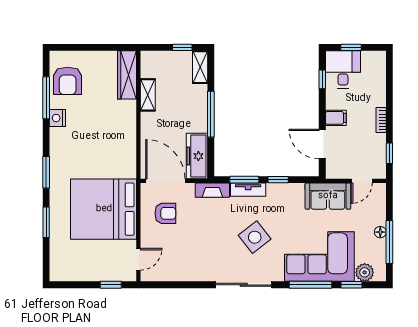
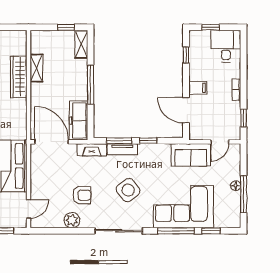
desk: (343, 69) -> (226, 46), moved
wardrobe: (127, 75) -> (19, 77), moved
armchair: (165, 213) -> (82, 195), moved
plant: (365, 272) -> (72, 220), moved

